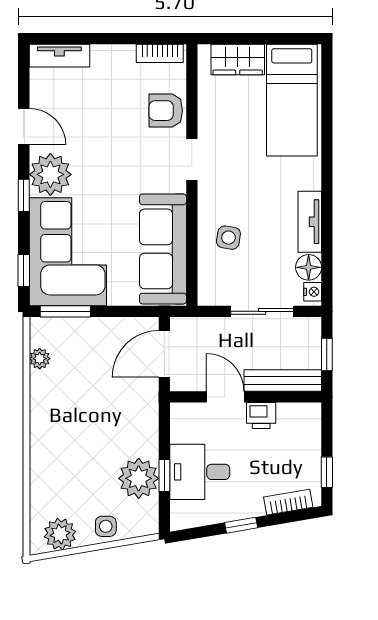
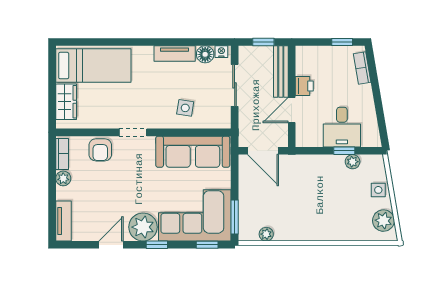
plant: (123, 55) -> (63, 178), added
plant: (139, 478) -> (353, 162), width x0.53, depth x0.53
window: (241, 525) -> (378, 99), removed

